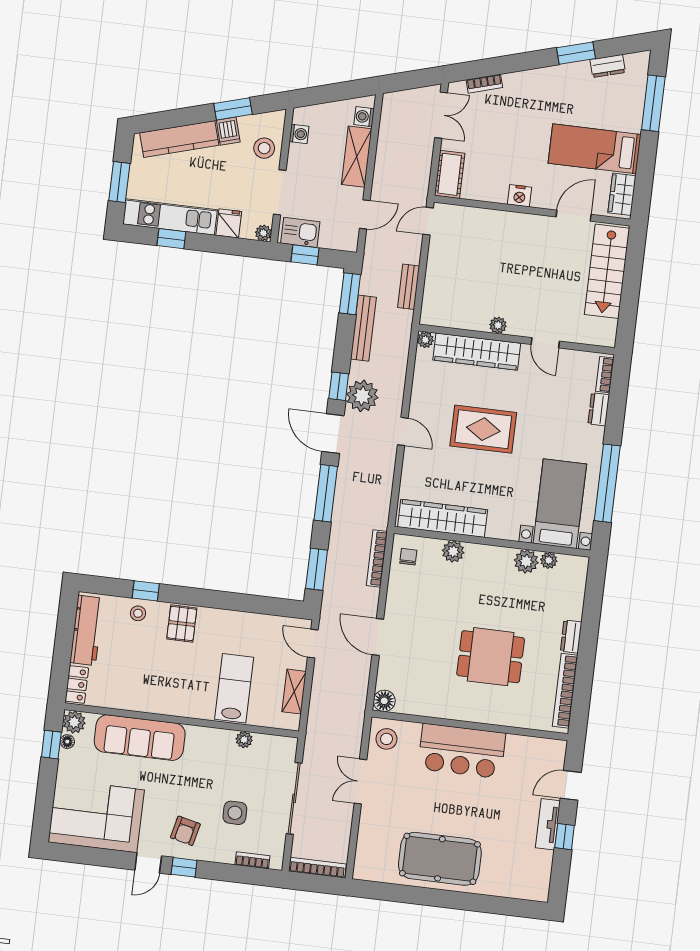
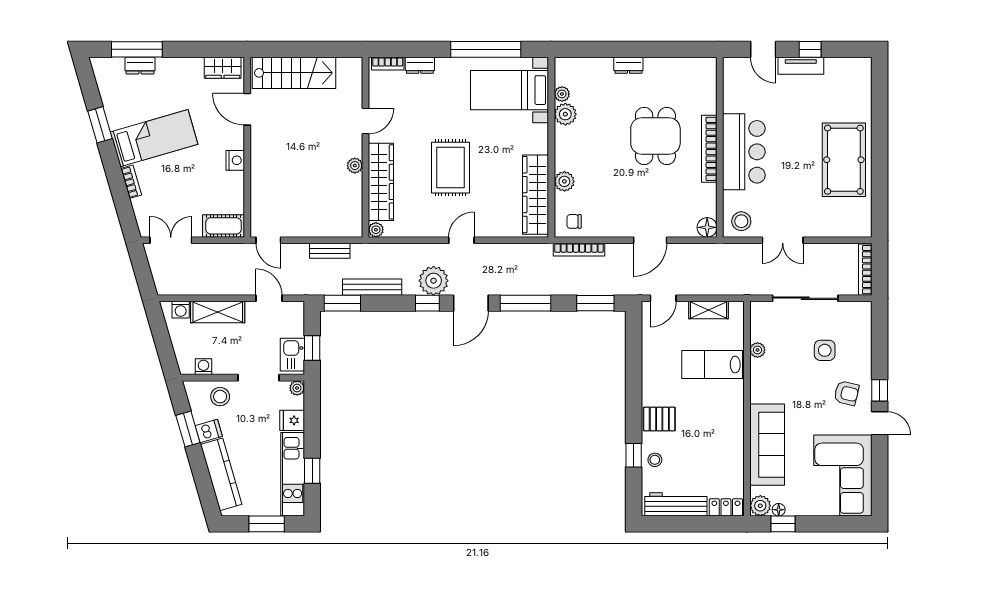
dresser: (608, 66) -> (140, 66), moved, turned 106
bookcase: (484, 84) -> (131, 182), moved
bed: (595, 149) -> (154, 138), moved, turned -106
bookcase: (565, 691) -> (709, 149), moved, turned 90
bookcase: (252, 860) -> (866, 329), removed

